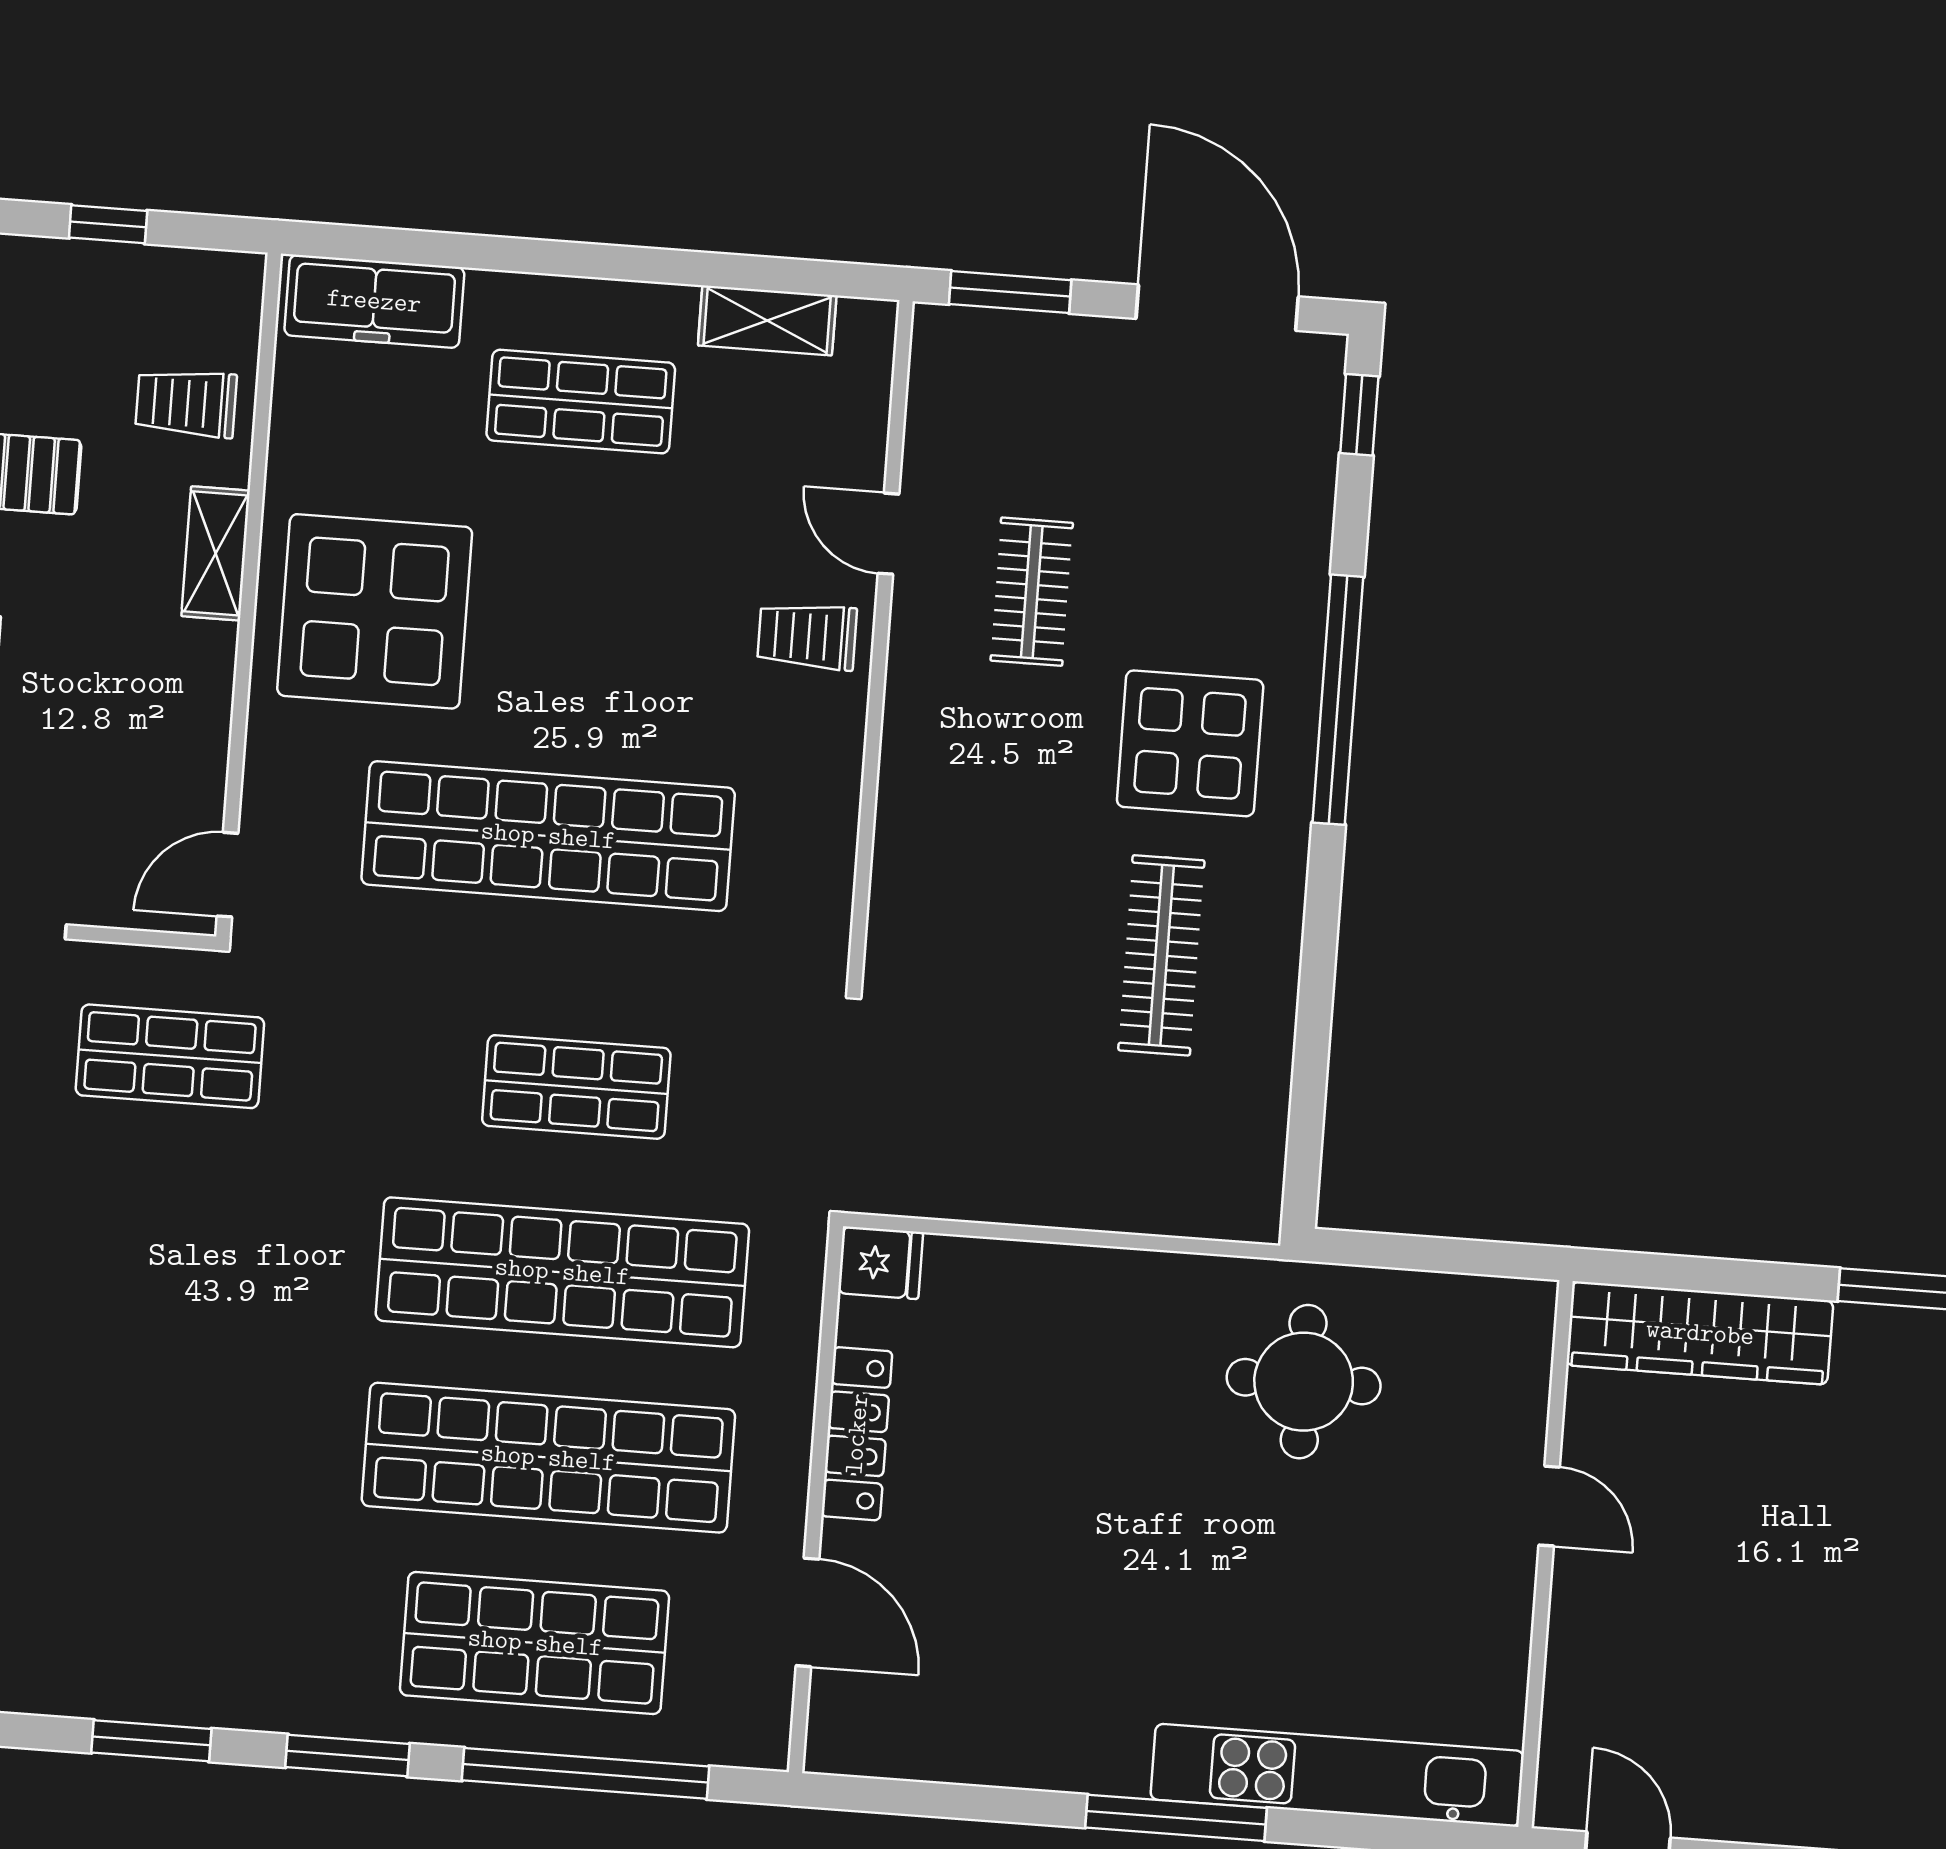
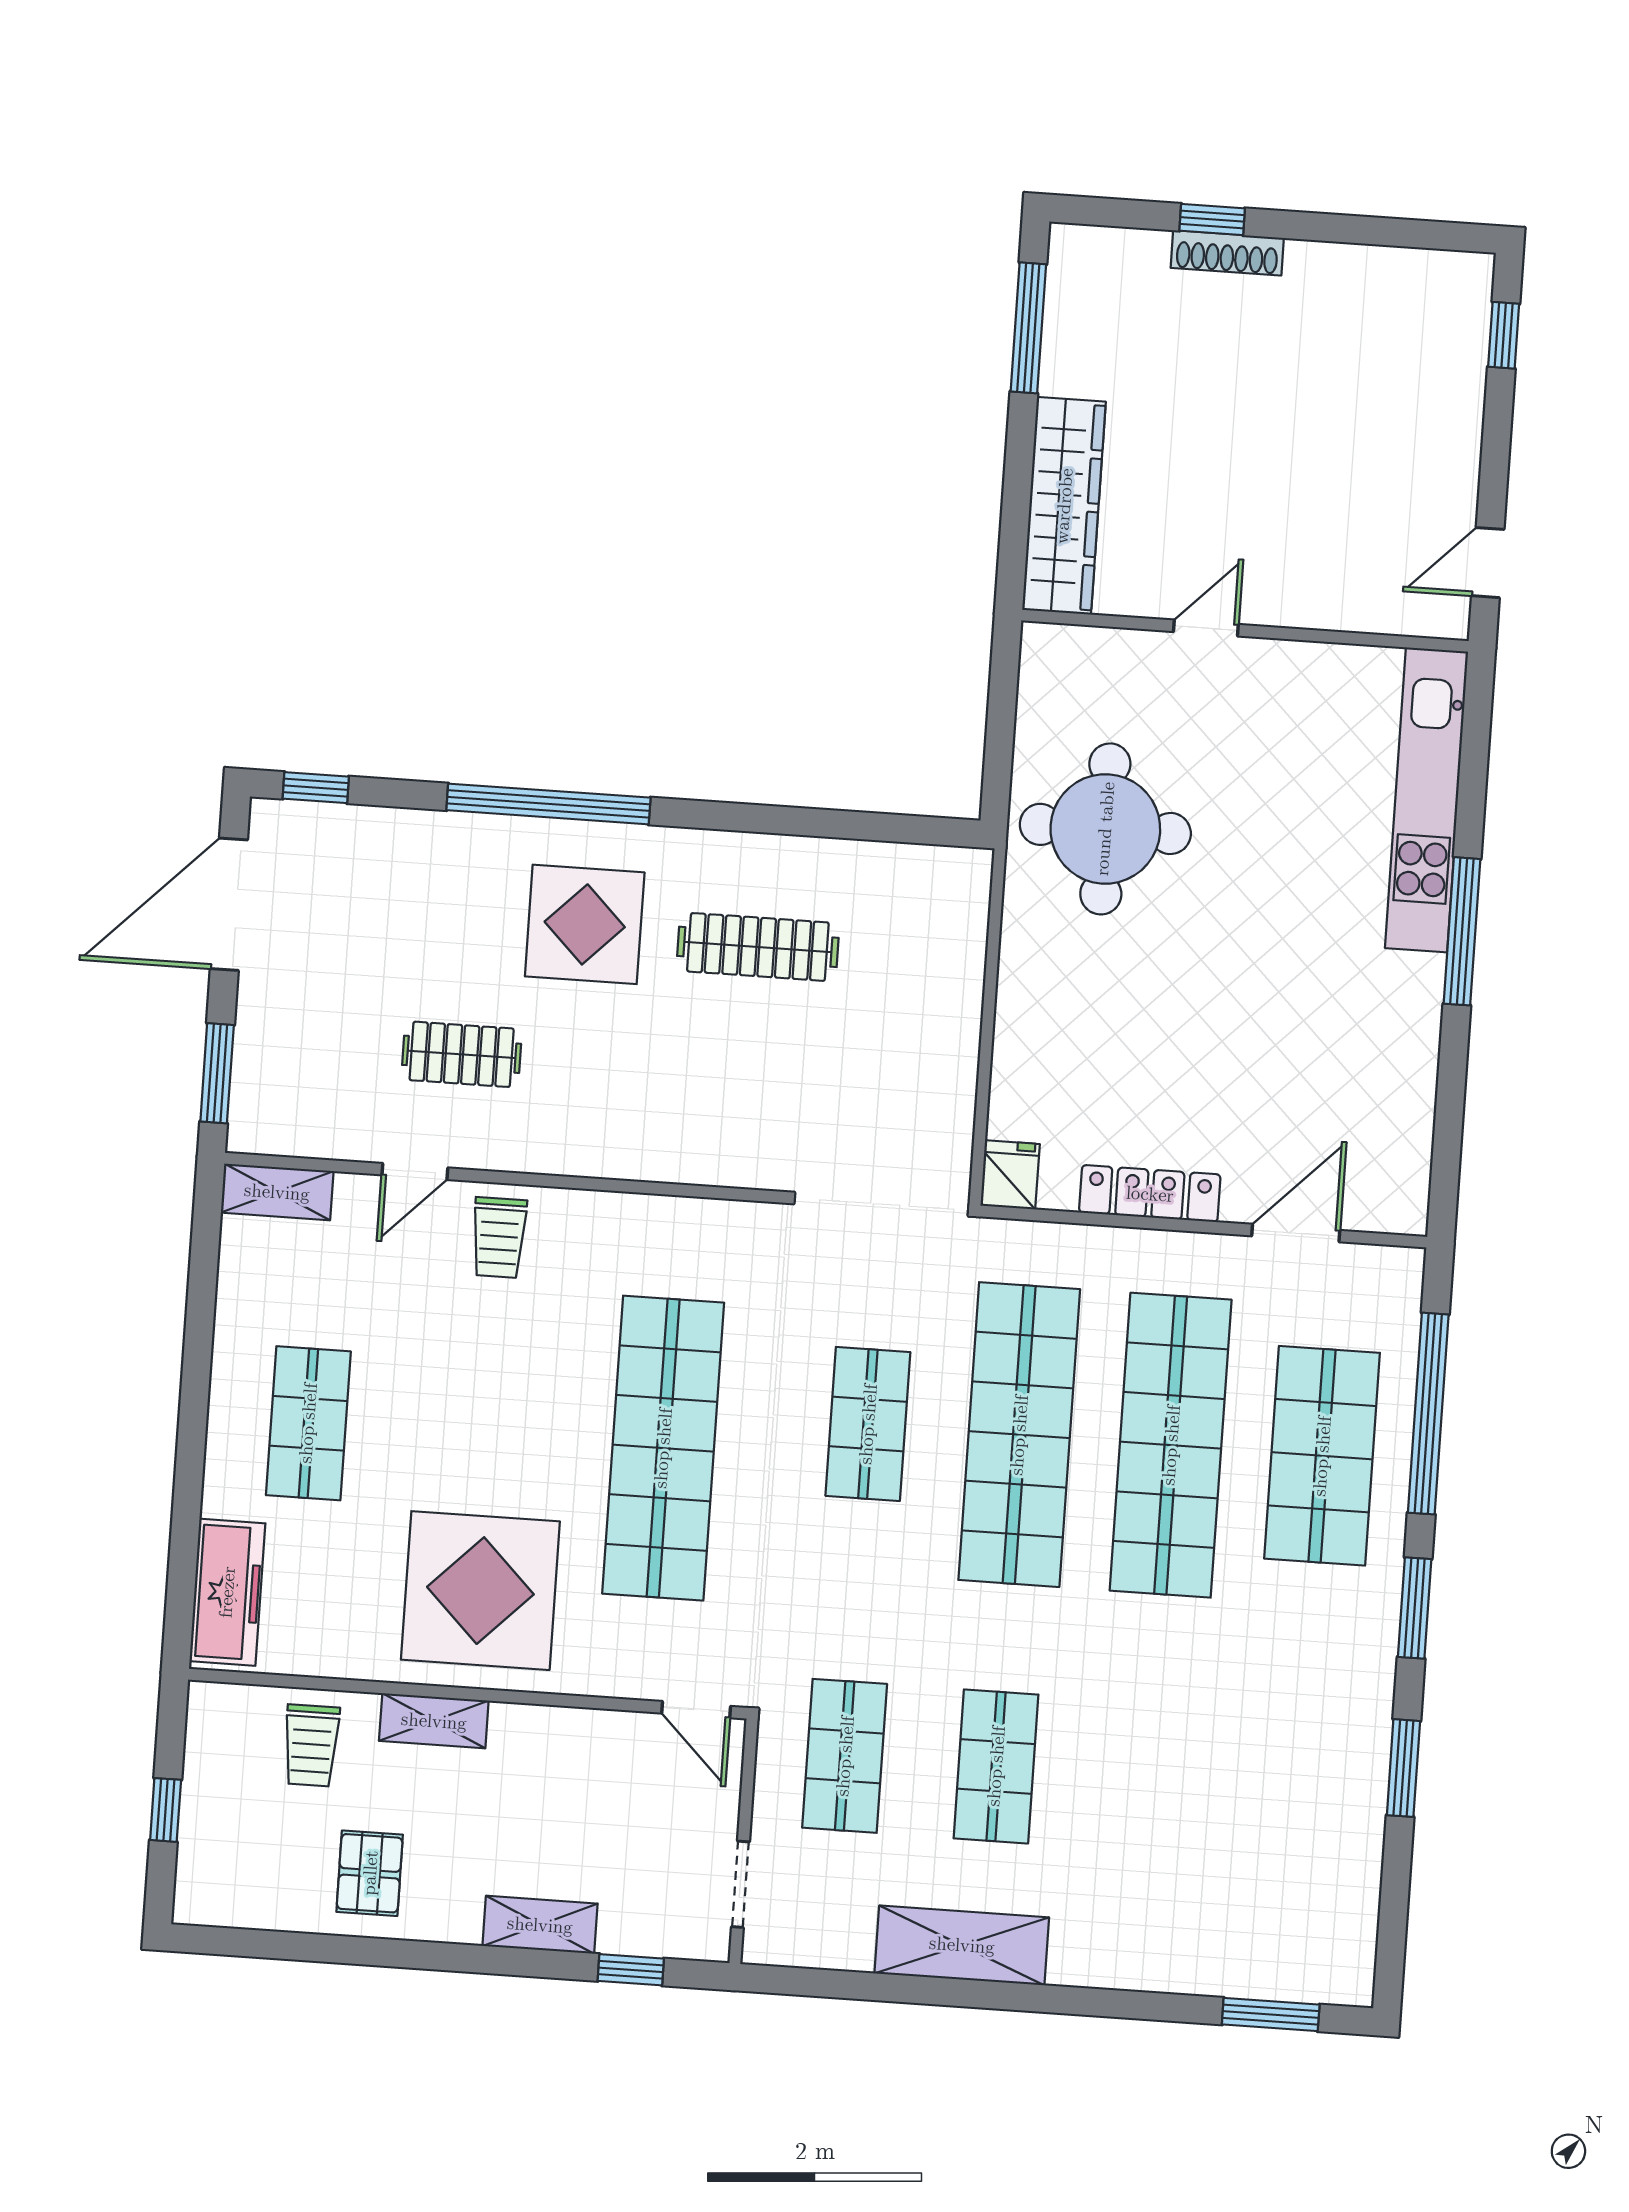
shelving: (767, 320) -> (277, 1192), moved, turned 90
shop shelf: (156, 1242) -> (996, 1766), added
round table: (1304, 1382) -> (1105, 829), width x1.36, depth x1.36

